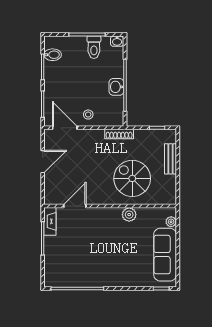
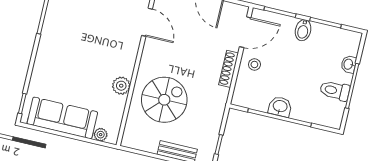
washbasin: (117, 41) -> (349, 64), moved
bidet: (53, 55) -> (303, 30), moved
shoe rack: (119, 134) -> (229, 69), moved

